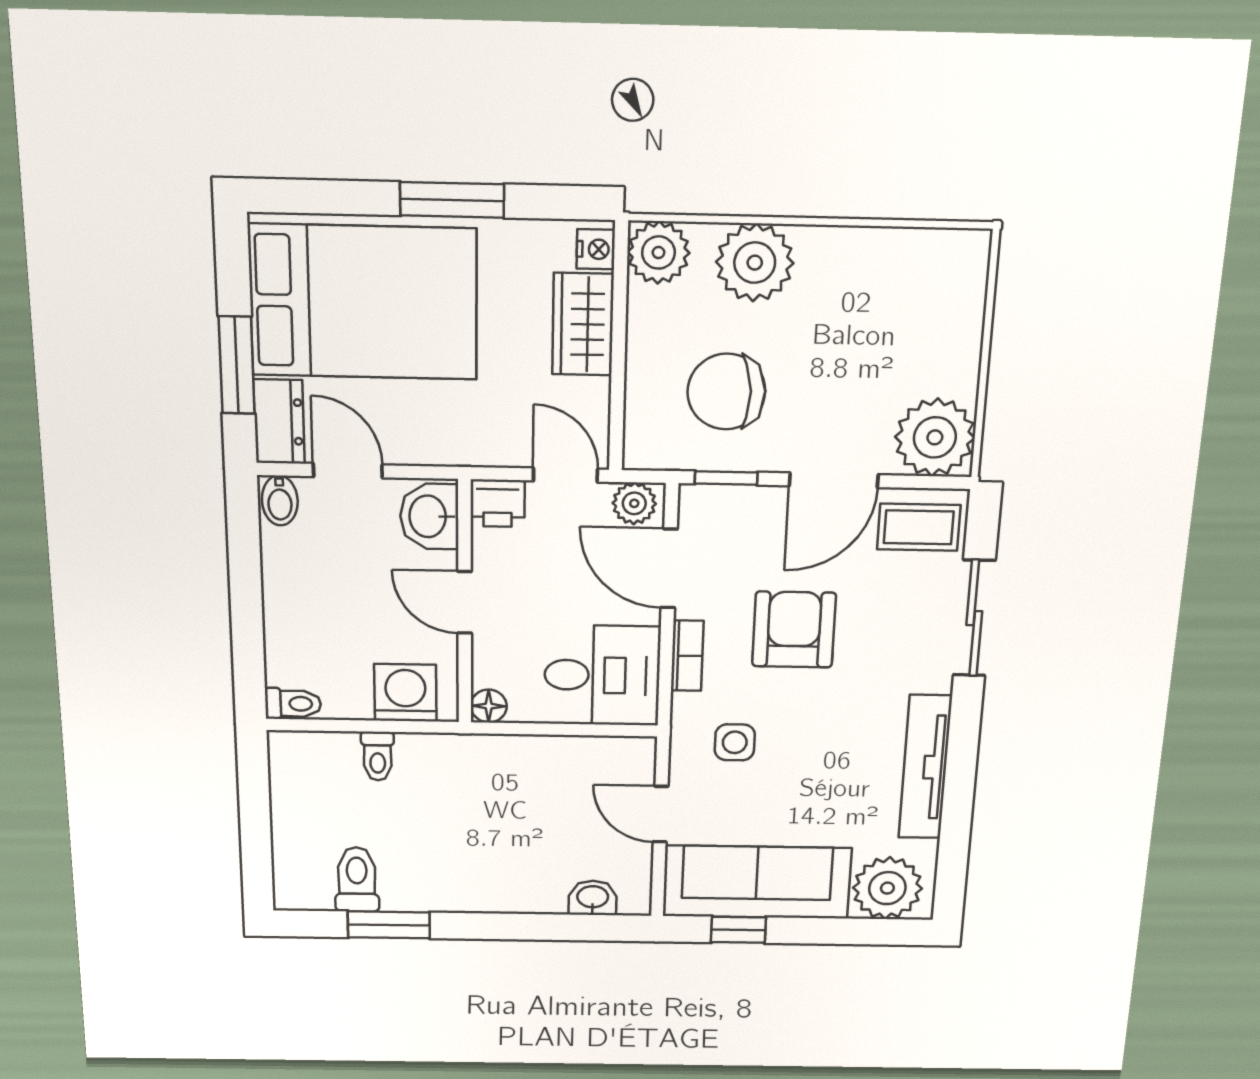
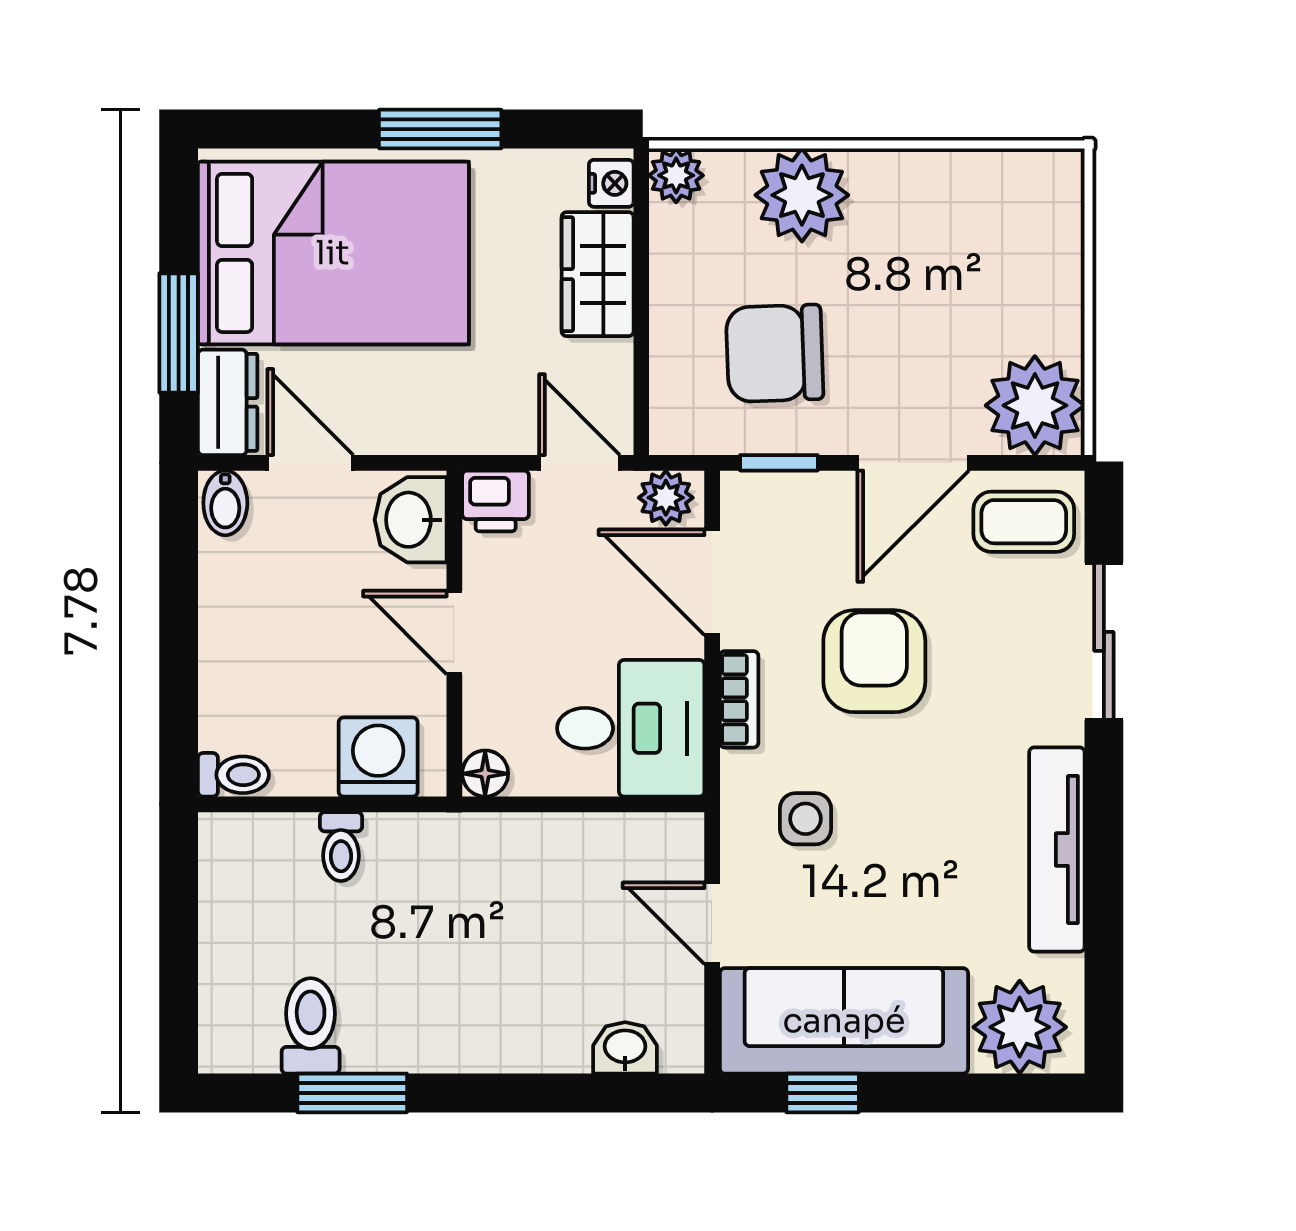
plant: (658, 253) -> (676, 175), width x0.73, depth x0.73

